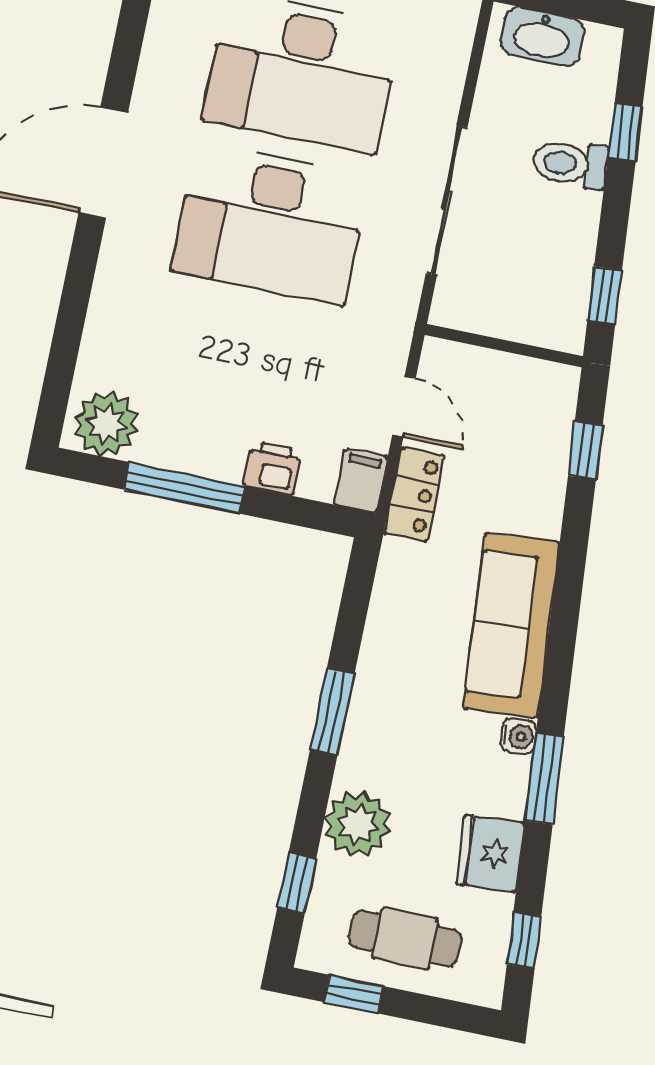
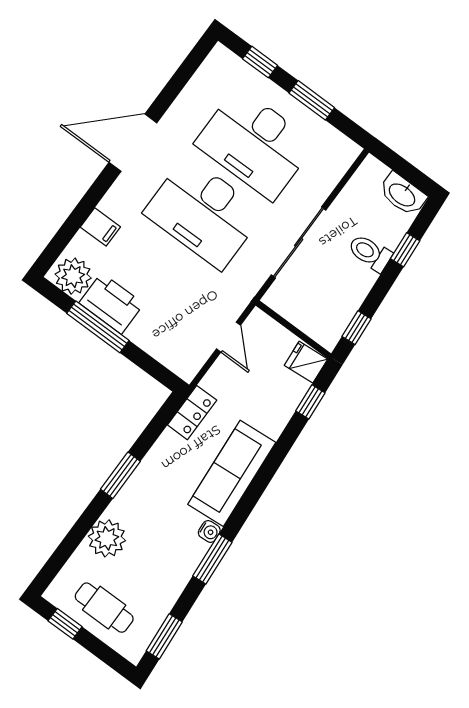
washbasin: (542, 37) -> (402, 194), moved
printer: (273, 468) -> (111, 303), moved, width x1.87, depth x1.48
filing cabinet: (361, 481) -> (100, 227), moved, turned 90
locker: (414, 494) -> (192, 413), moved
fridge: (490, 853) -> (306, 362), moved, width x0.72
window: (297, 883) -> (62, 554), removed
window: (524, 940) -> (164, 636), width x1.50

